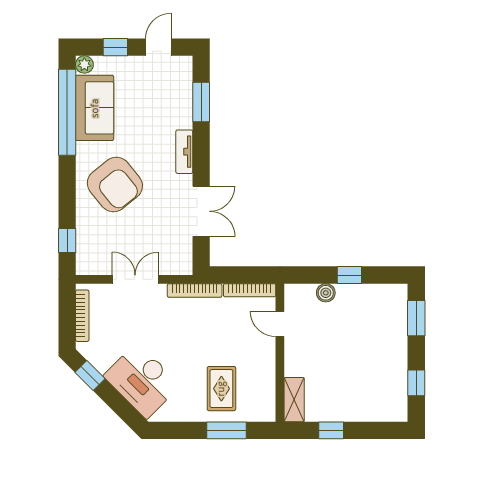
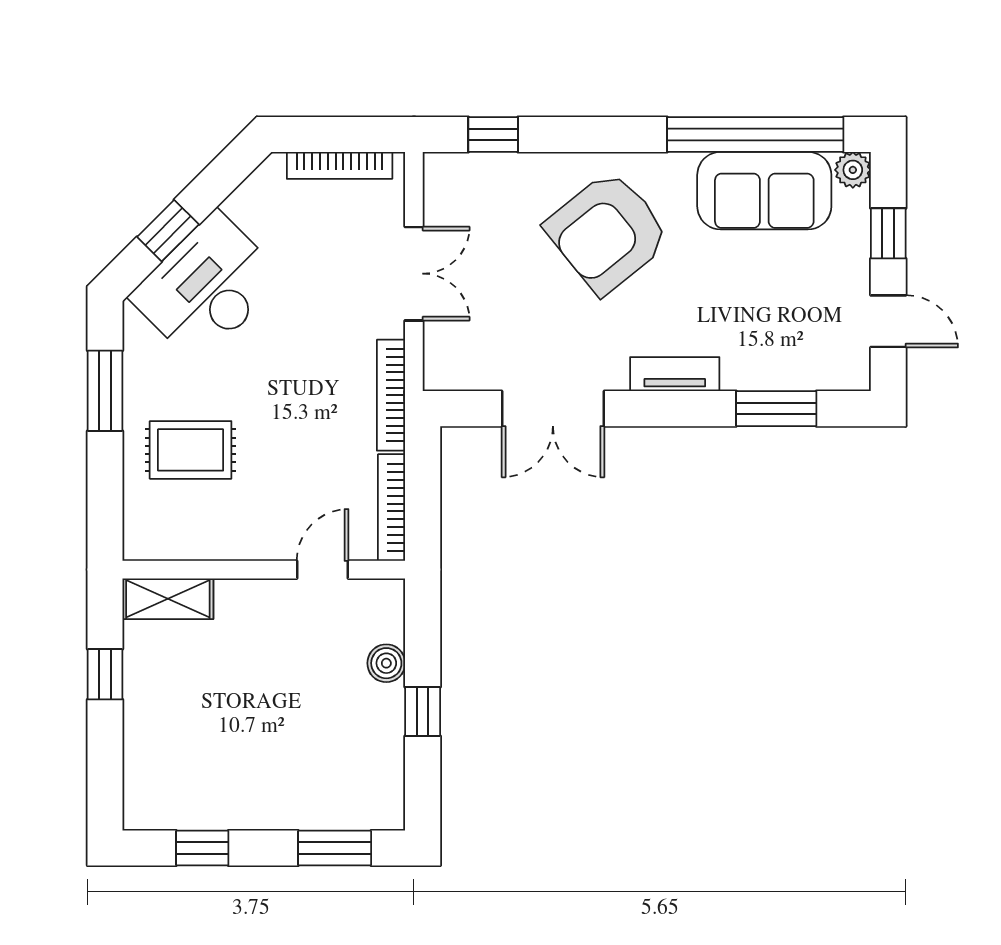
window: (90, 376) -> (168, 231), moved
window: (226, 430) -> (105, 391), moved

